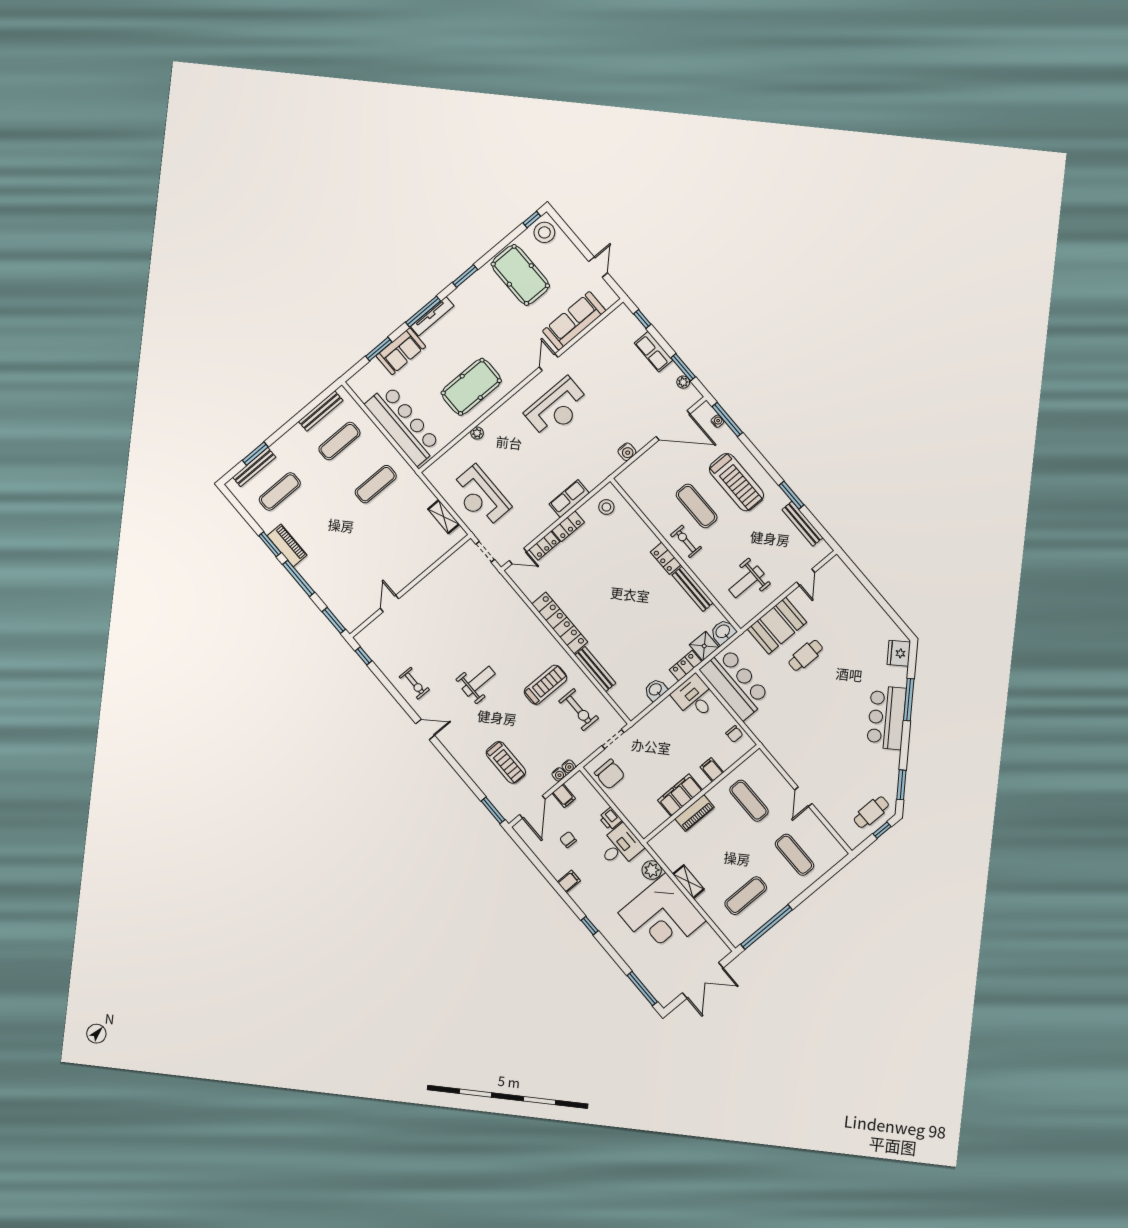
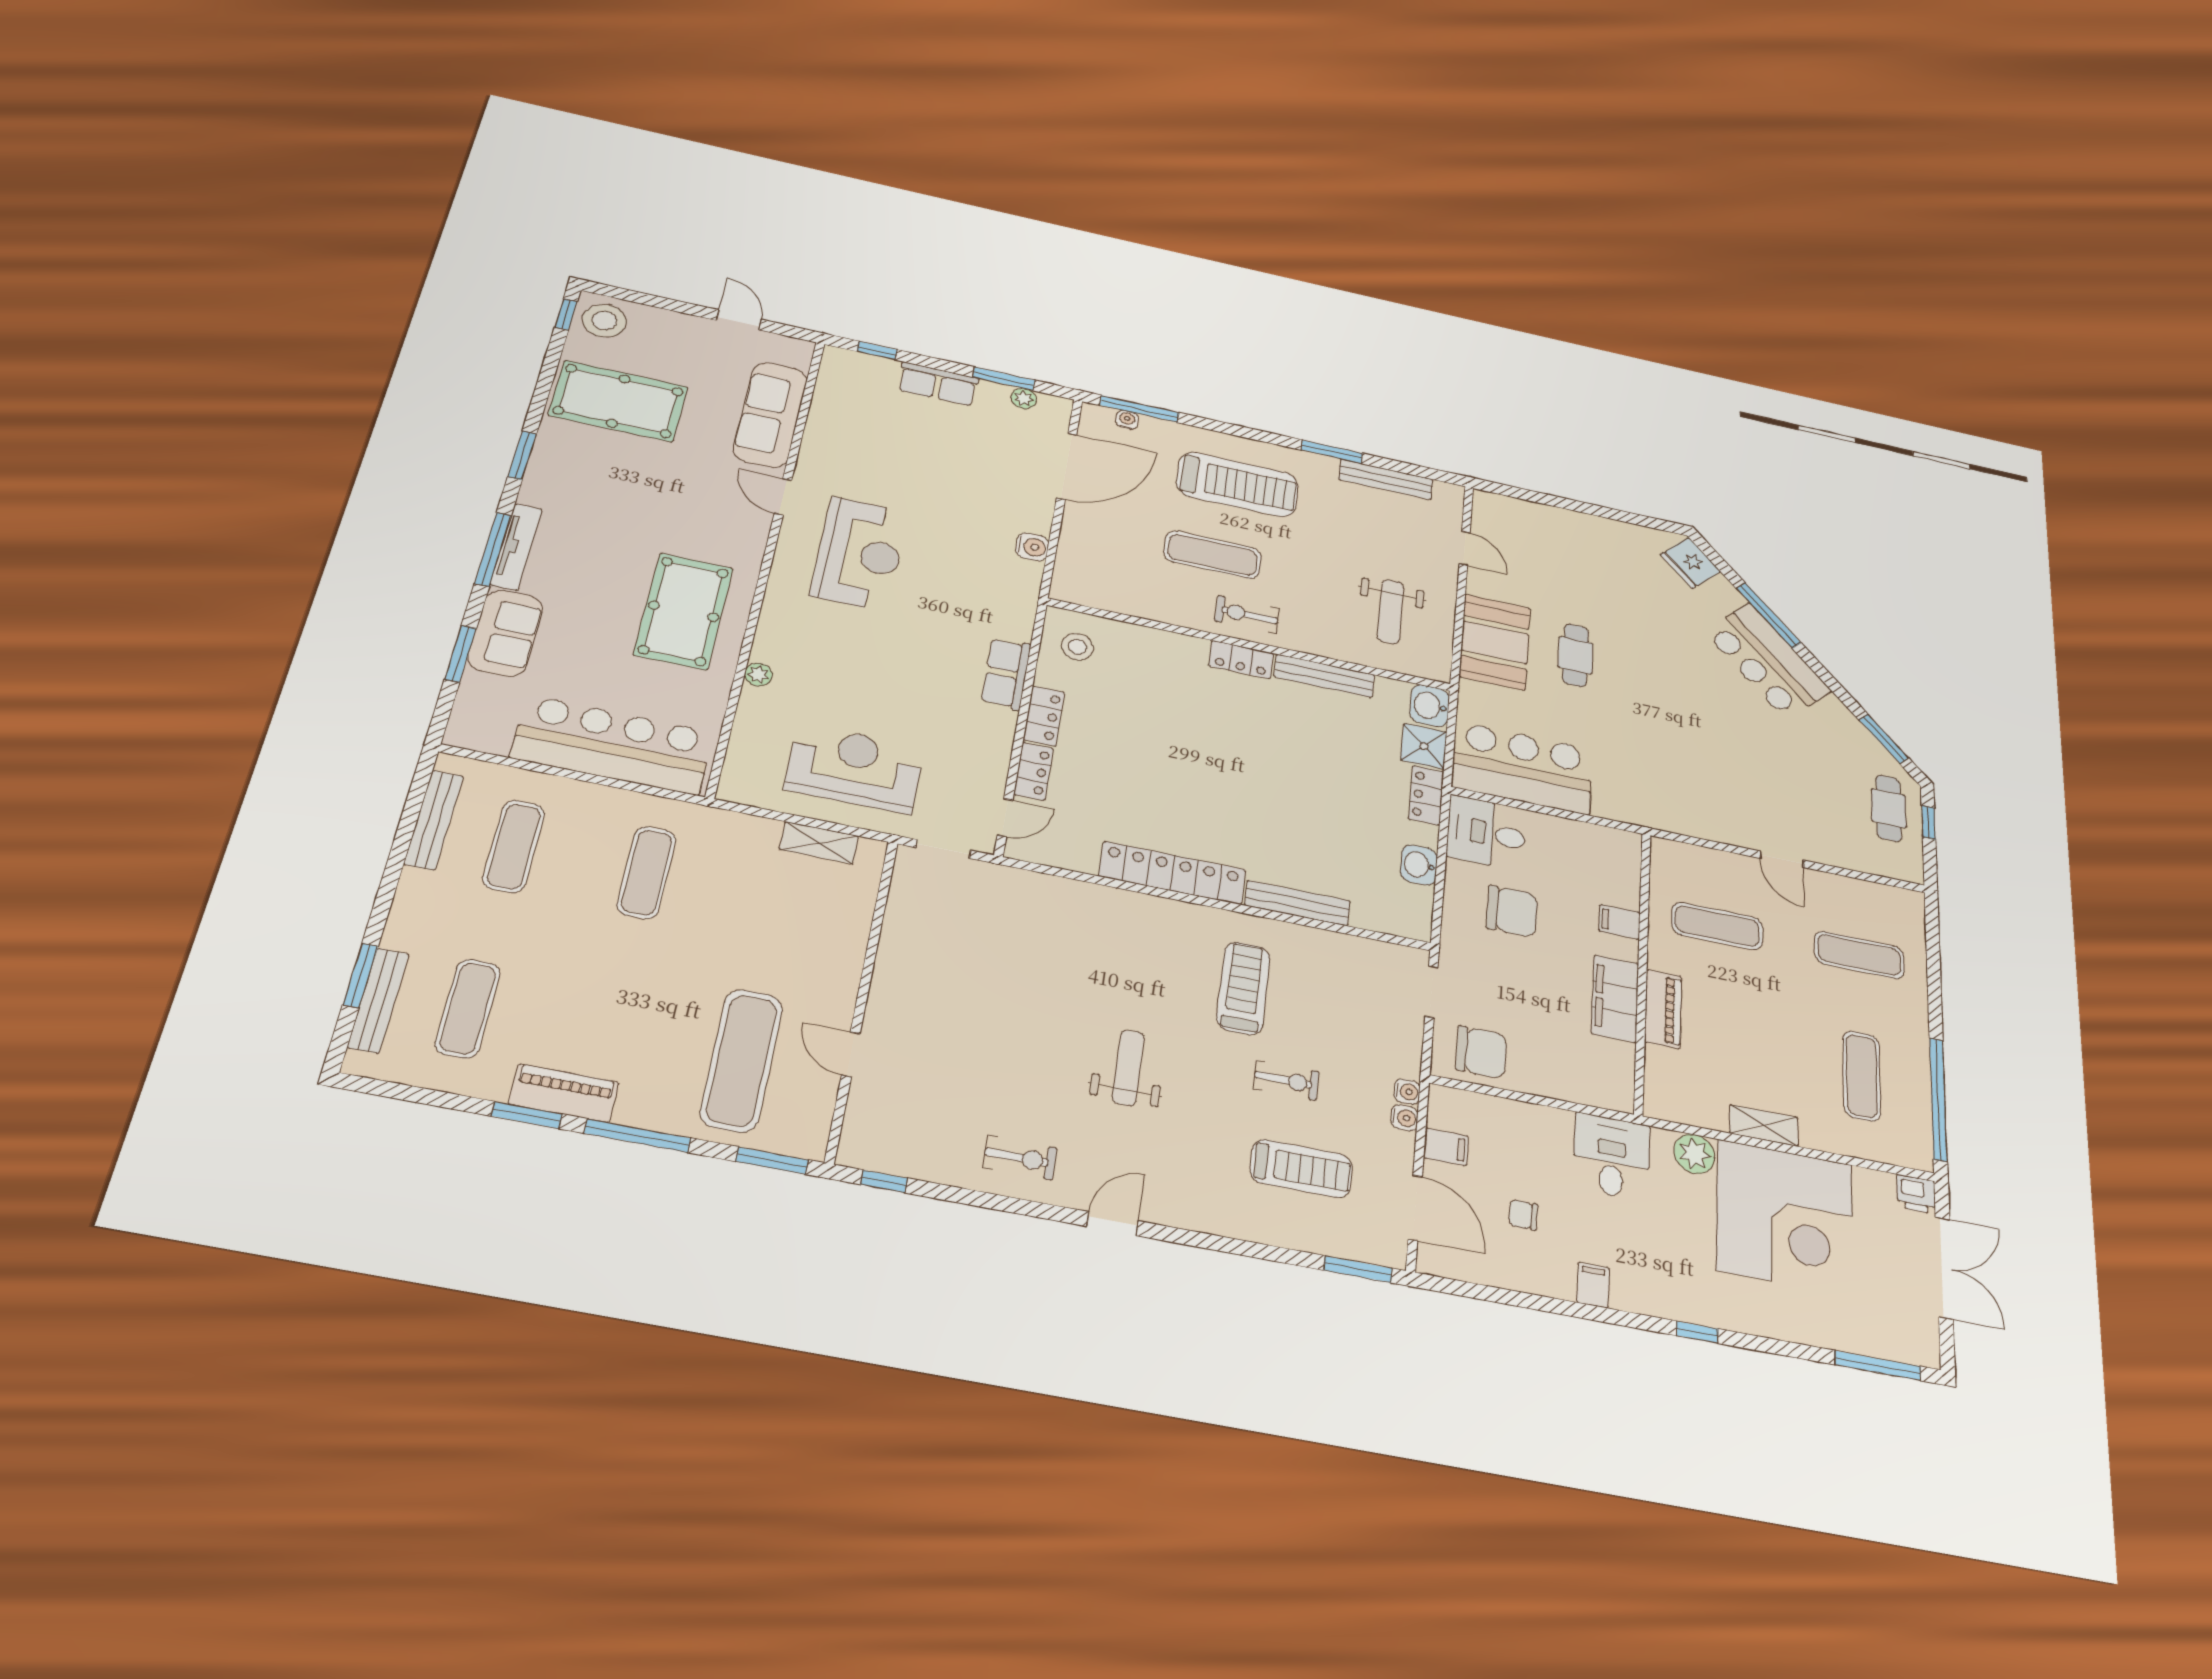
reception desk: (480, 497) -> (855, 768), turned 180
exercise mat: (352, 578) -> (742, 1060), added
exercise bike: (579, 710) -> (1286, 1080), moved, width x0.73, depth x0.72
chair: (734, 734) -> (1512, 911), moved, width x1.87, depth x1.87
printer: (610, 819) -> (1916, 1194), moved

